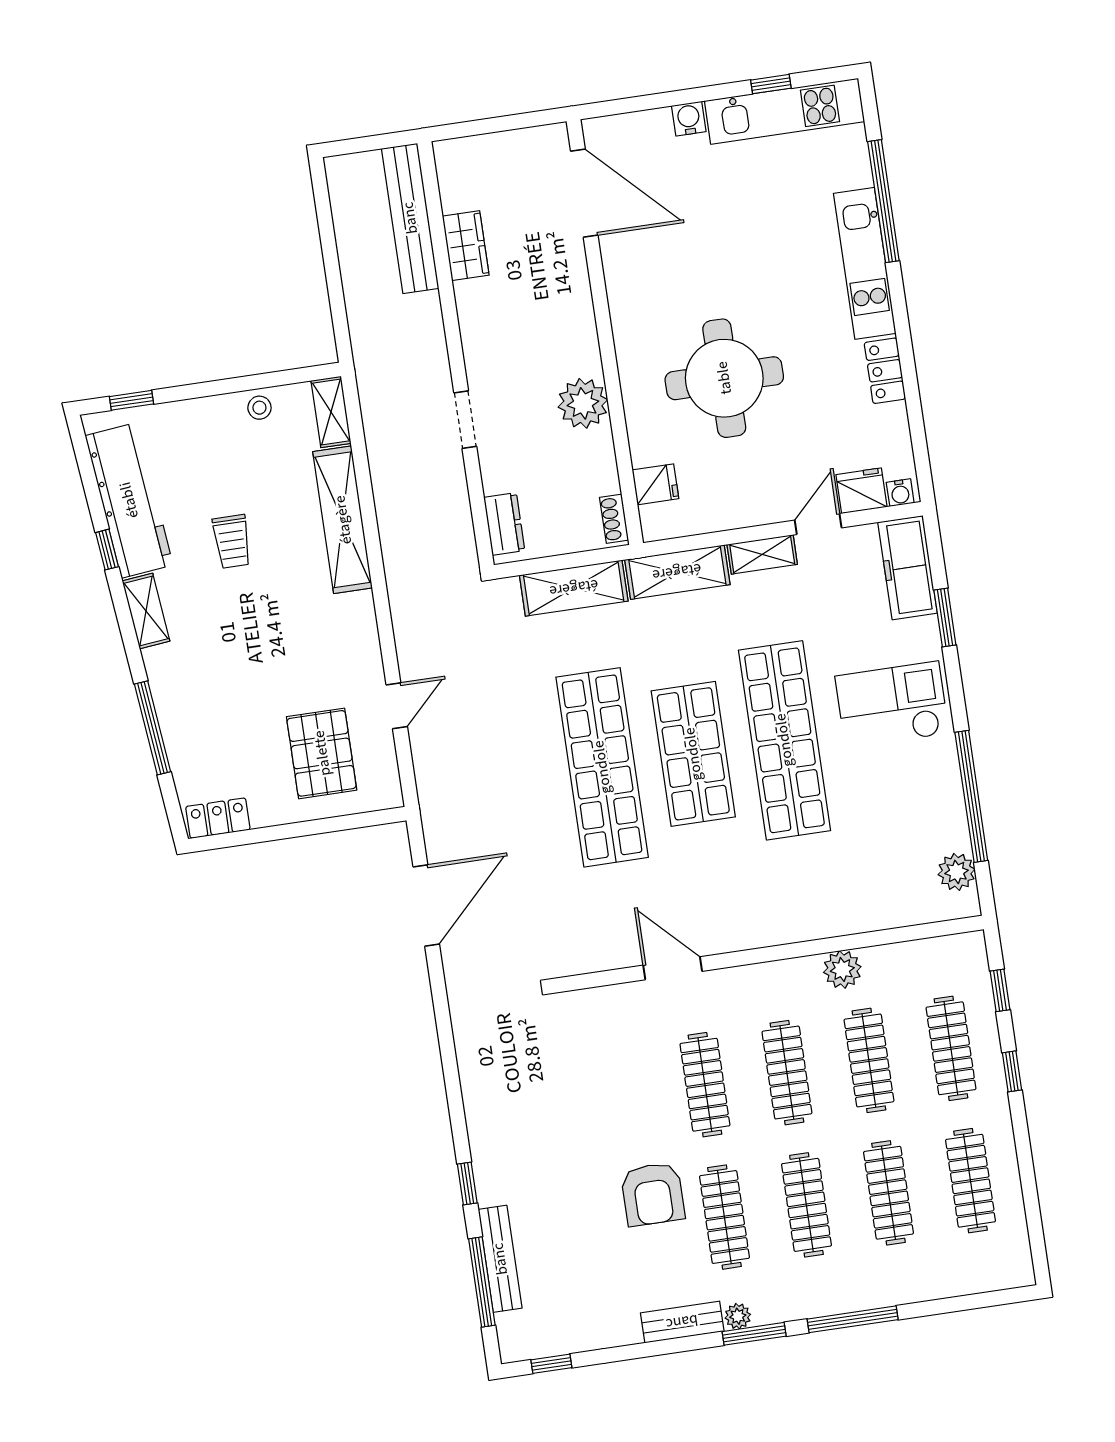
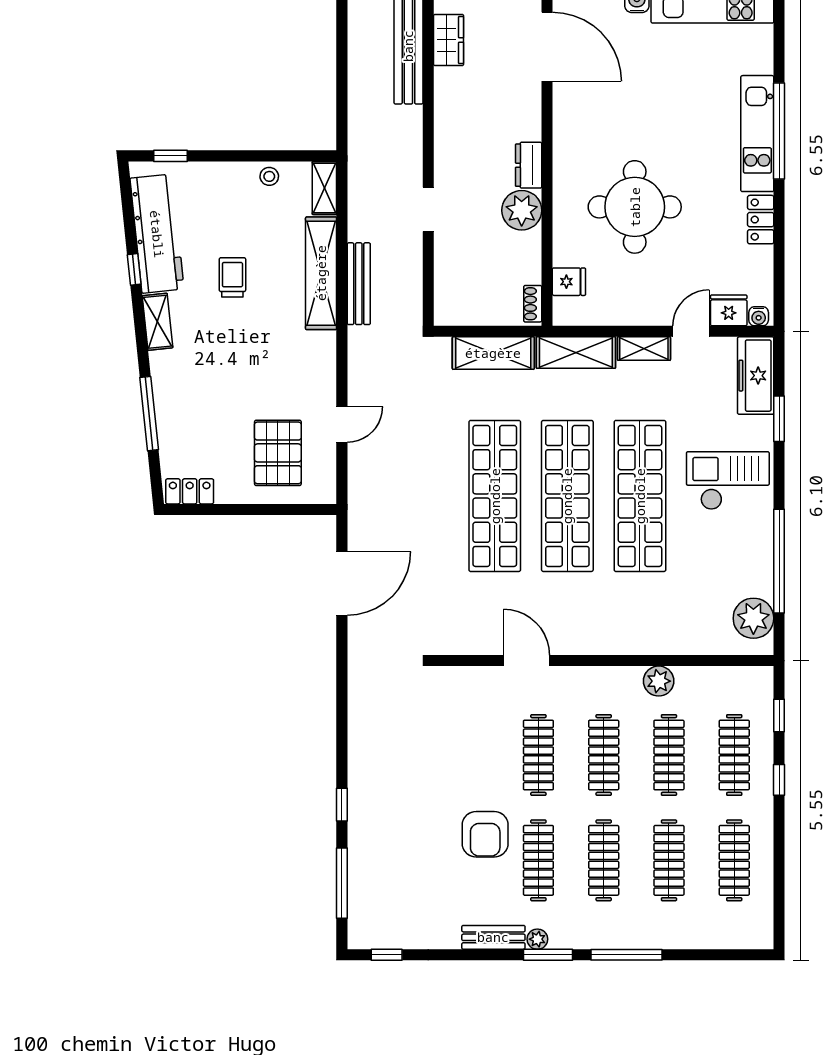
window: (883, 201) -> (779, 131), moved
wardrobe: (466, 246) -> (449, 40), moved
dresser: (504, 524) -> (529, 165), moved, turned 180
trolley: (232, 541) -> (232, 277), turned 180
shop shelf: (693, 754) -> (567, 496), width x1.40
plant: (957, 872) -> (753, 618), width x1.36, depth x1.36
bench: (500, 1259) -> (359, 284), moved

